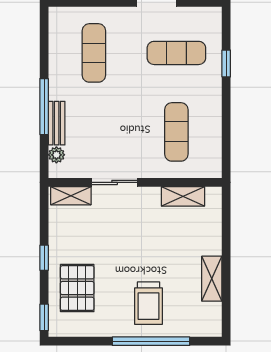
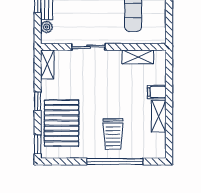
shelving: (71, 196) -> (47, 64), moved, turned 90
filing cabinet: (209, 245) -> (157, 92), added
pallet: (77, 288) -> (61, 123), width x1.37, depth x1.41

